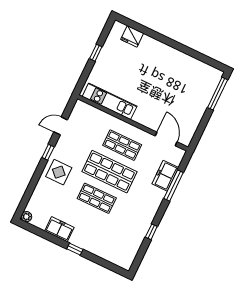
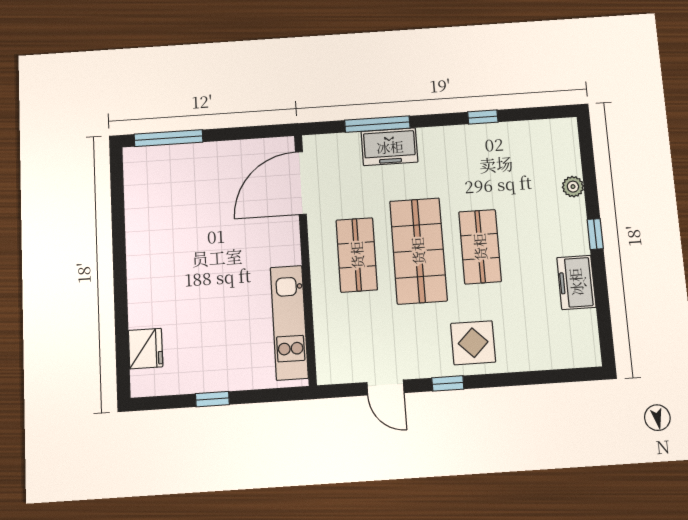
door: (166, 139) -> (301, 183), width x1.36
freezer: (165, 176) -> (390, 147), moved
plant: (26, 217) -> (573, 187), moved

